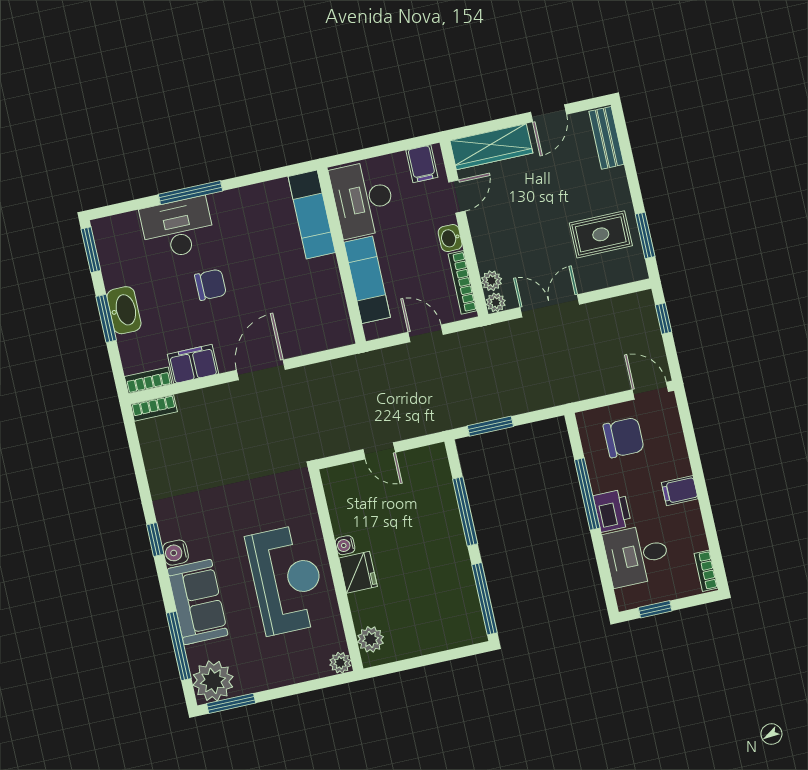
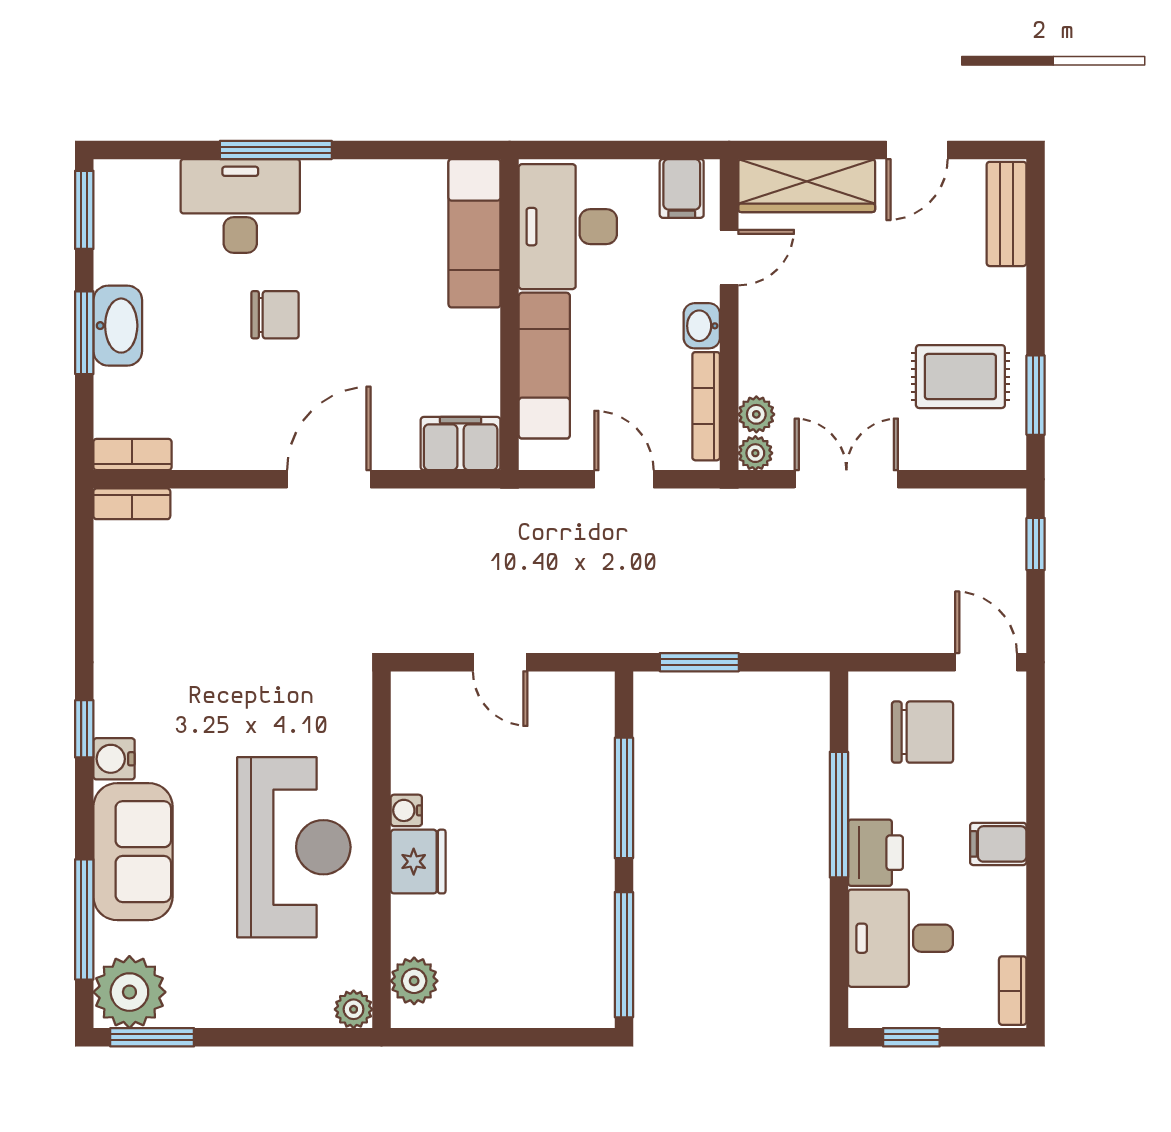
filing cabinet: (193, 364) -> (461, 444), moved

